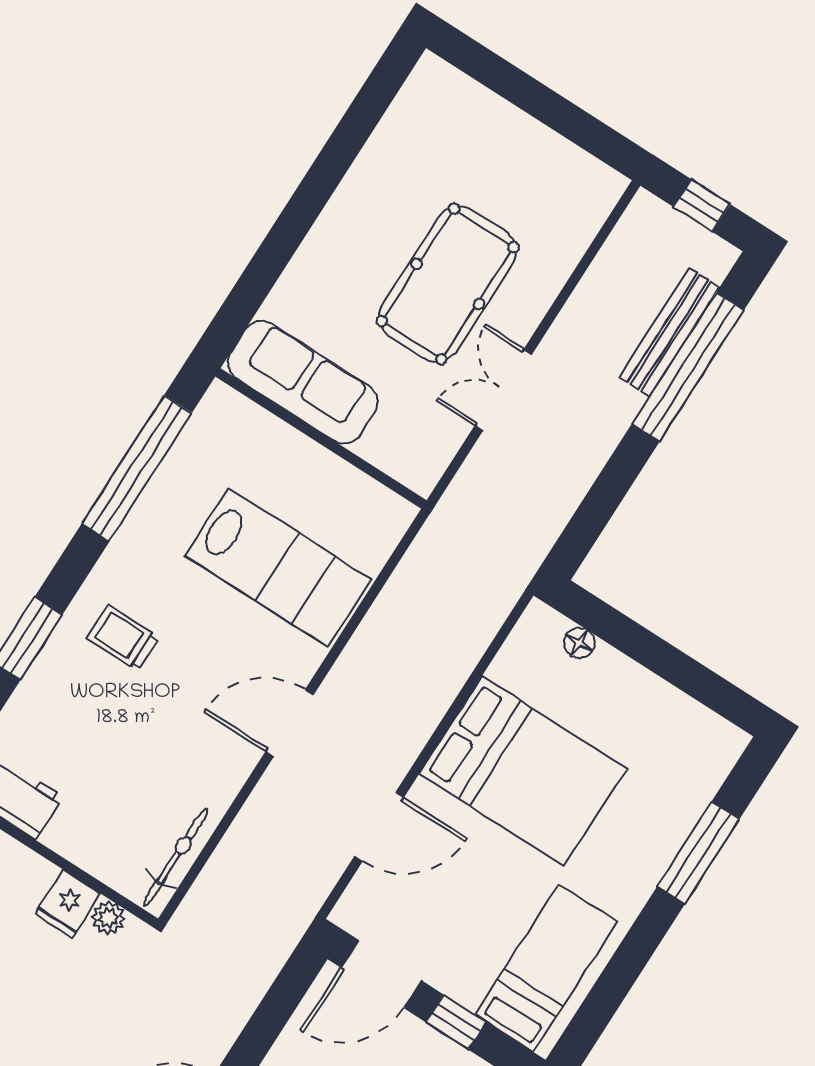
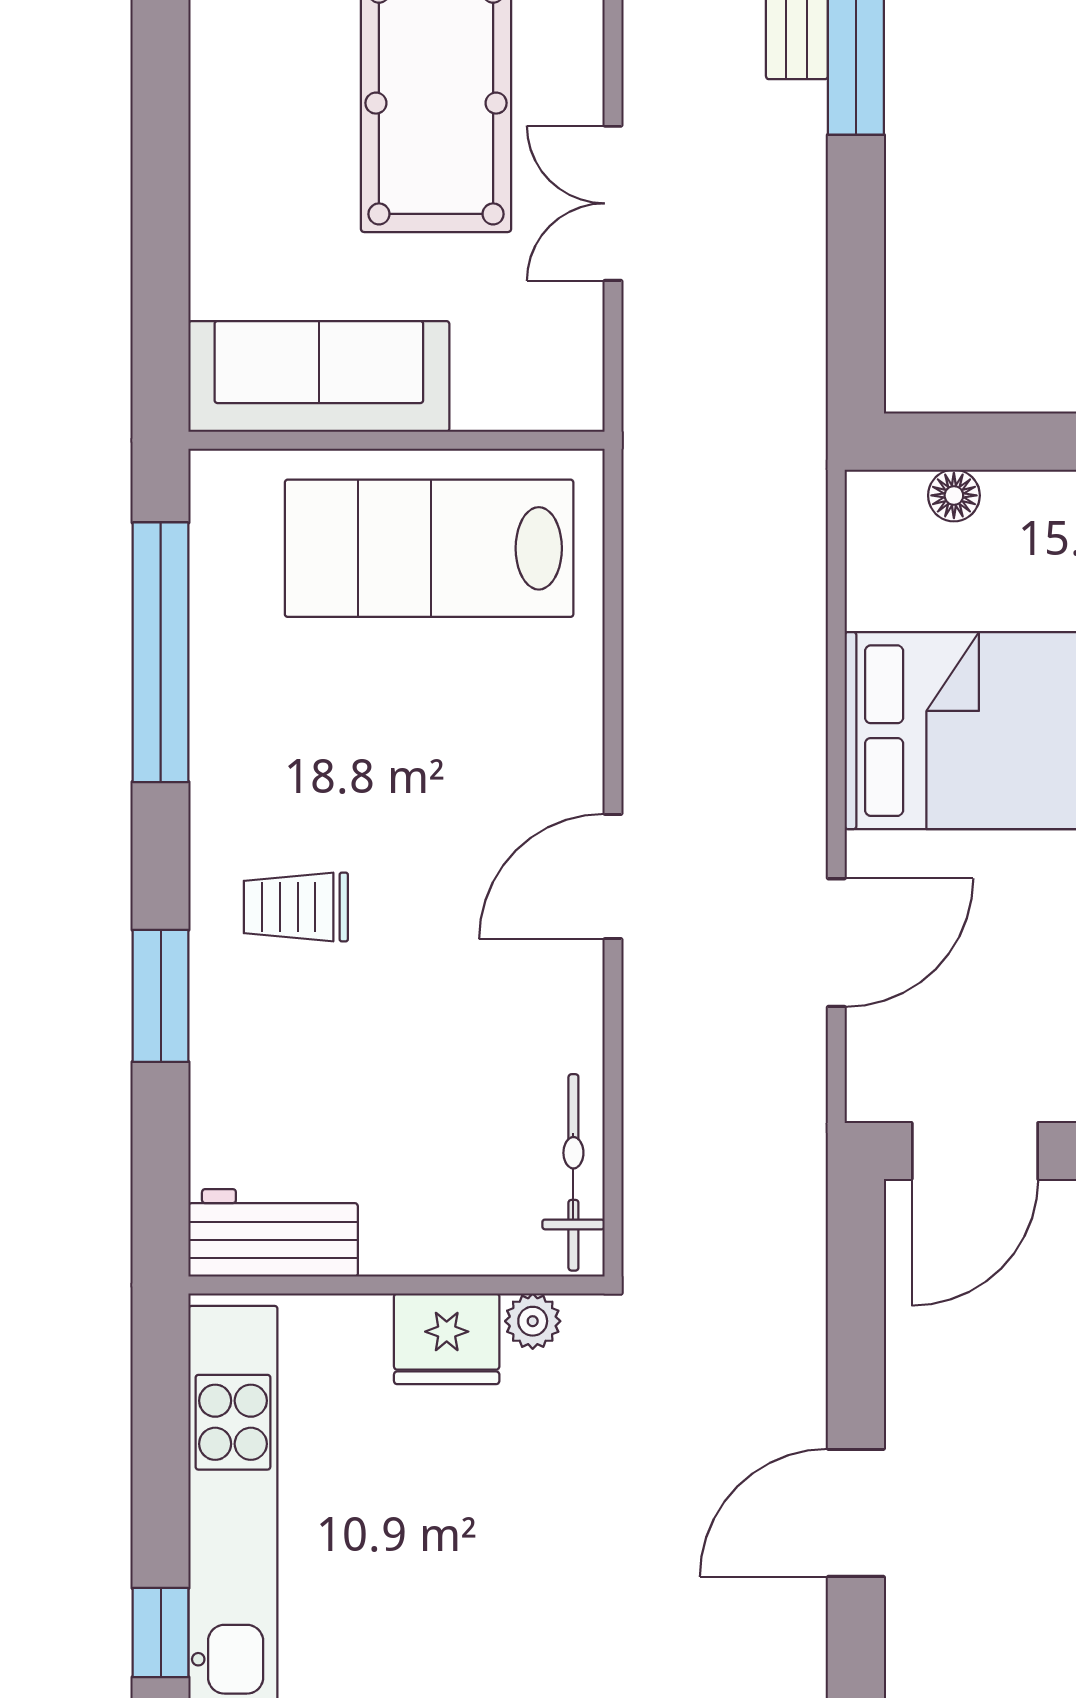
lab bench: (278, 567) -> (429, 548), moved, turned 180
fridge: (67, 904) -> (447, 1339), width x1.38

